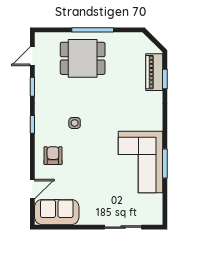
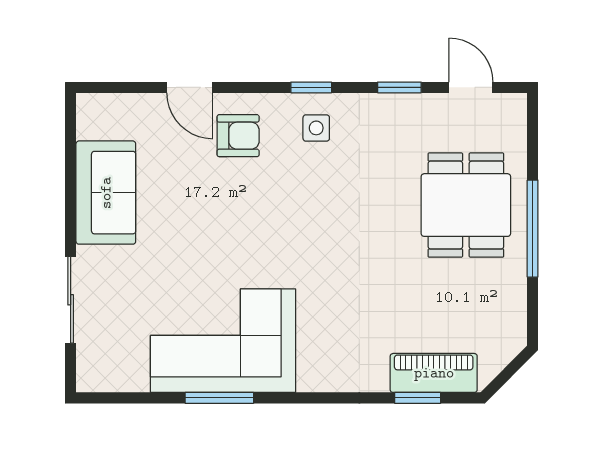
side table: (75, 123) -> (316, 128), moved
door: (32, 189) -> (190, 87), moved
sofa: (57, 212) -> (106, 193), moved

